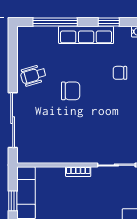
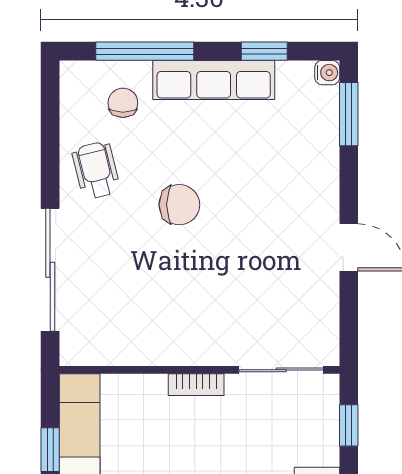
chair: (120, 73) -> (123, 103), moved, turned 90
wheelchair: (33, 75) -> (96, 170), turned 92

